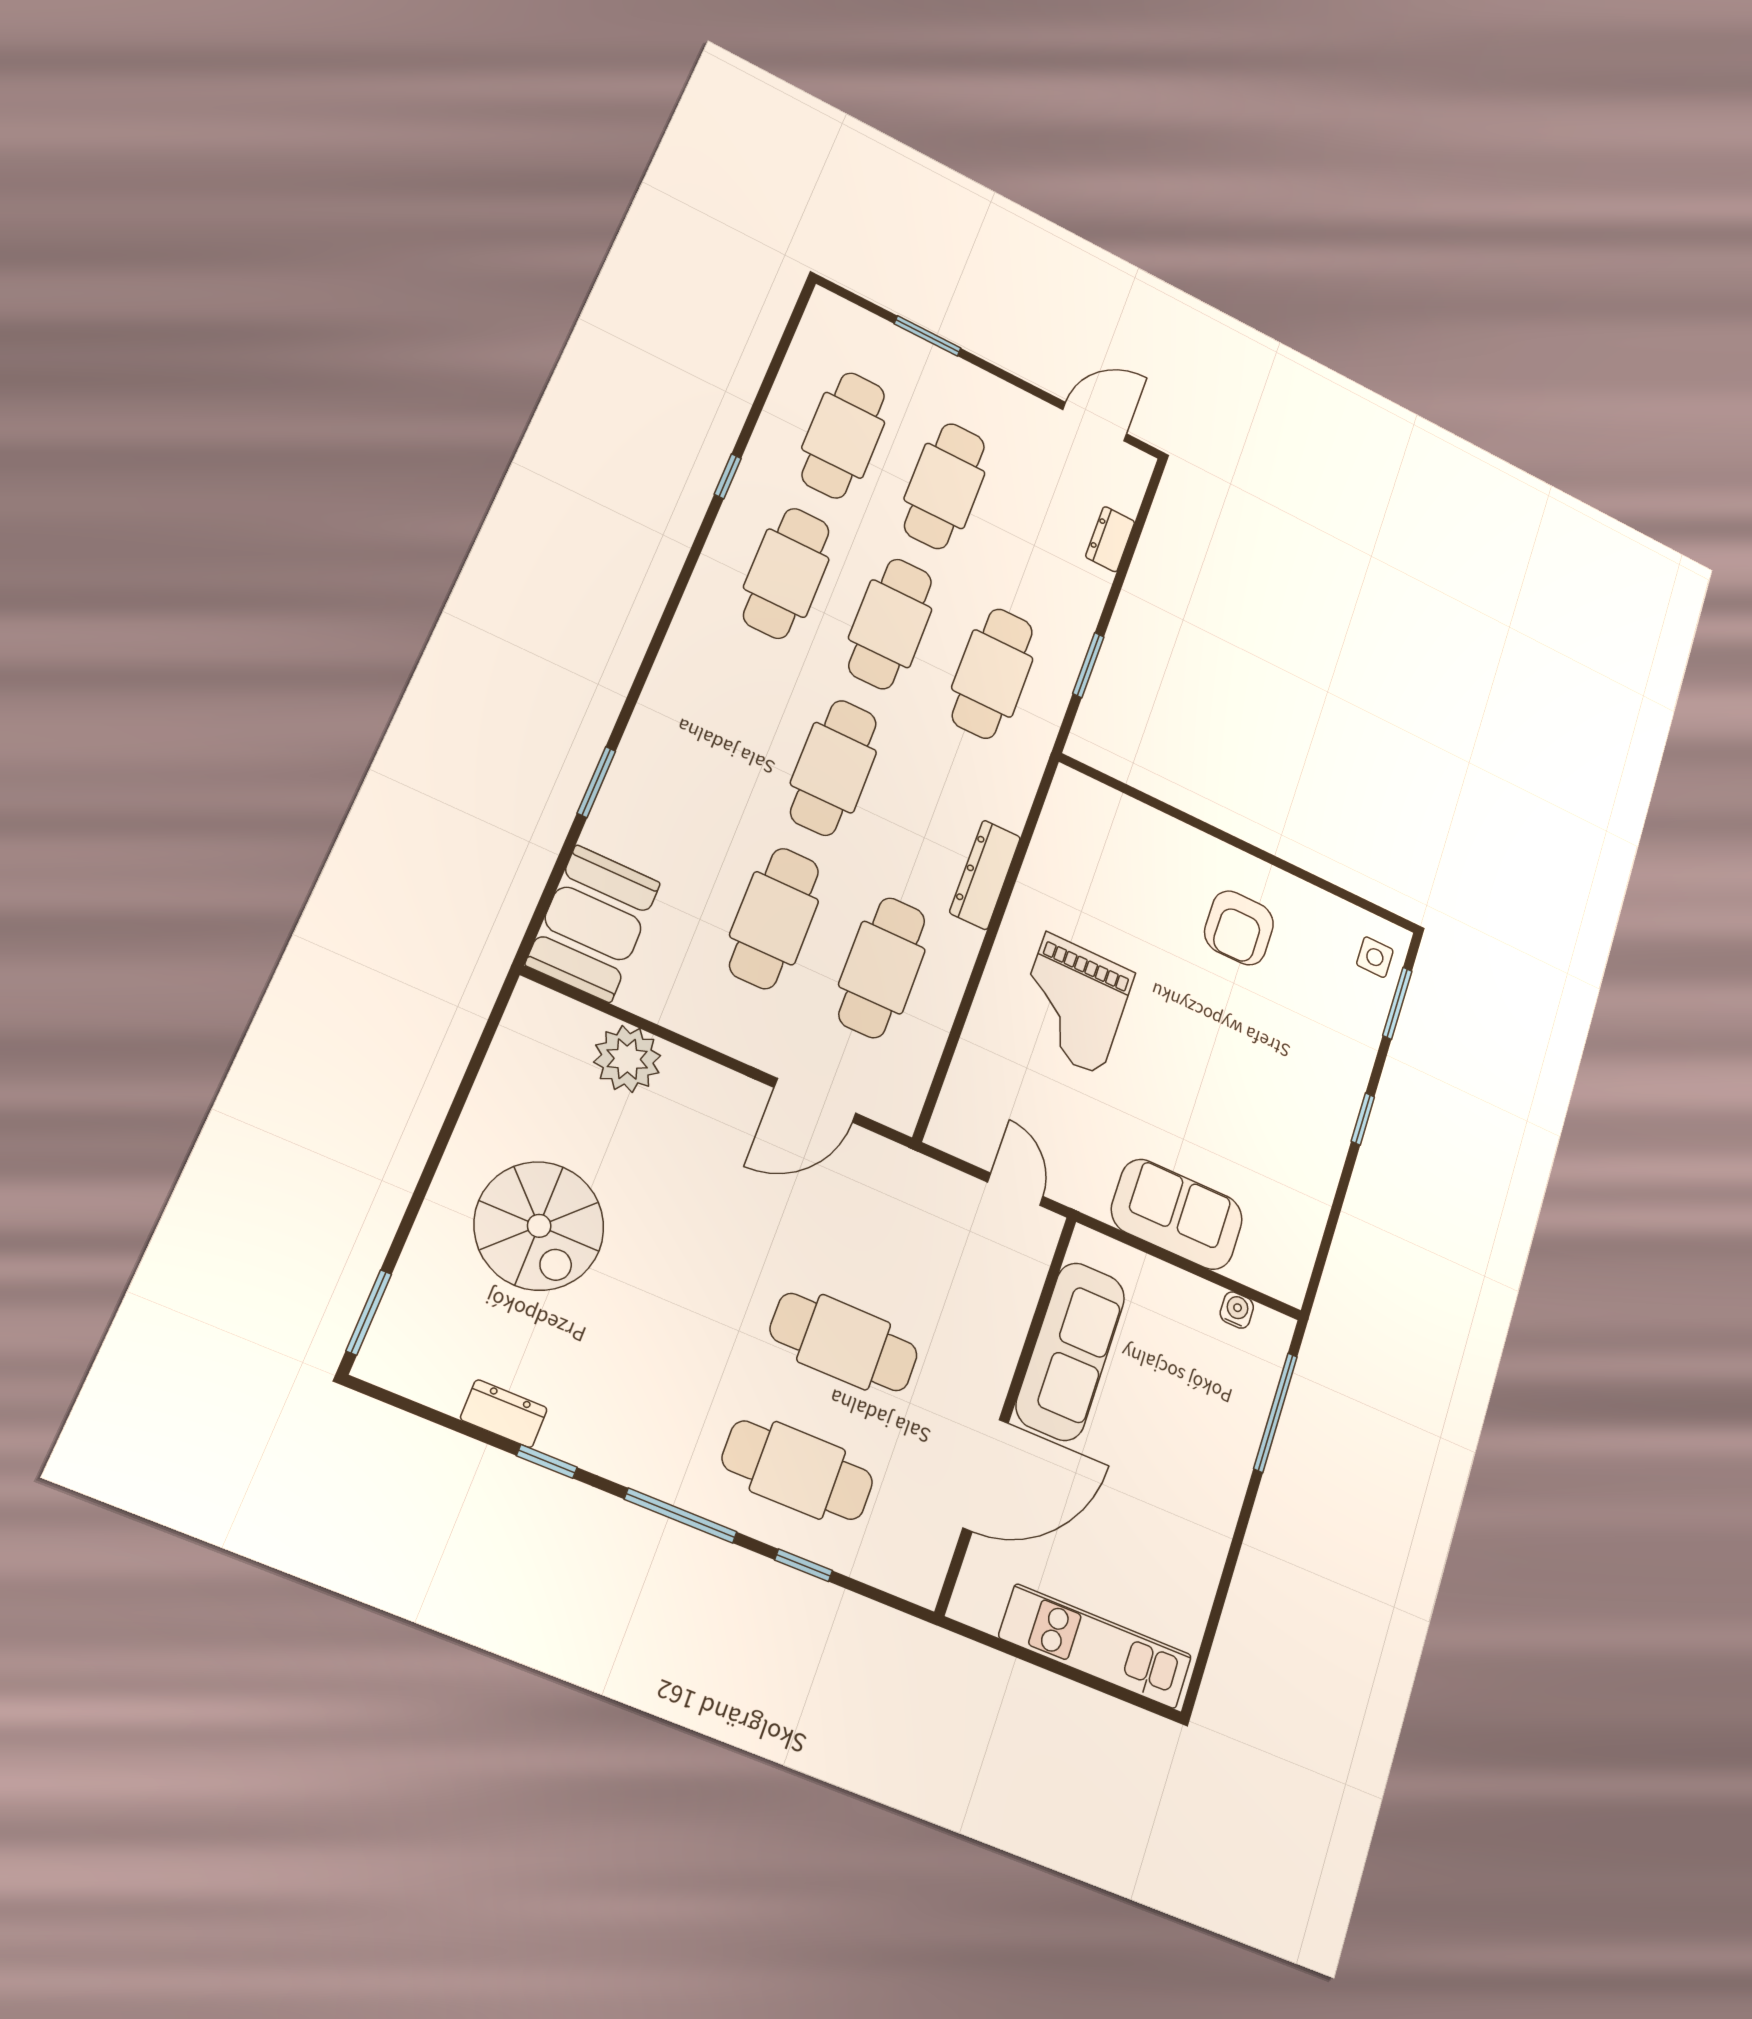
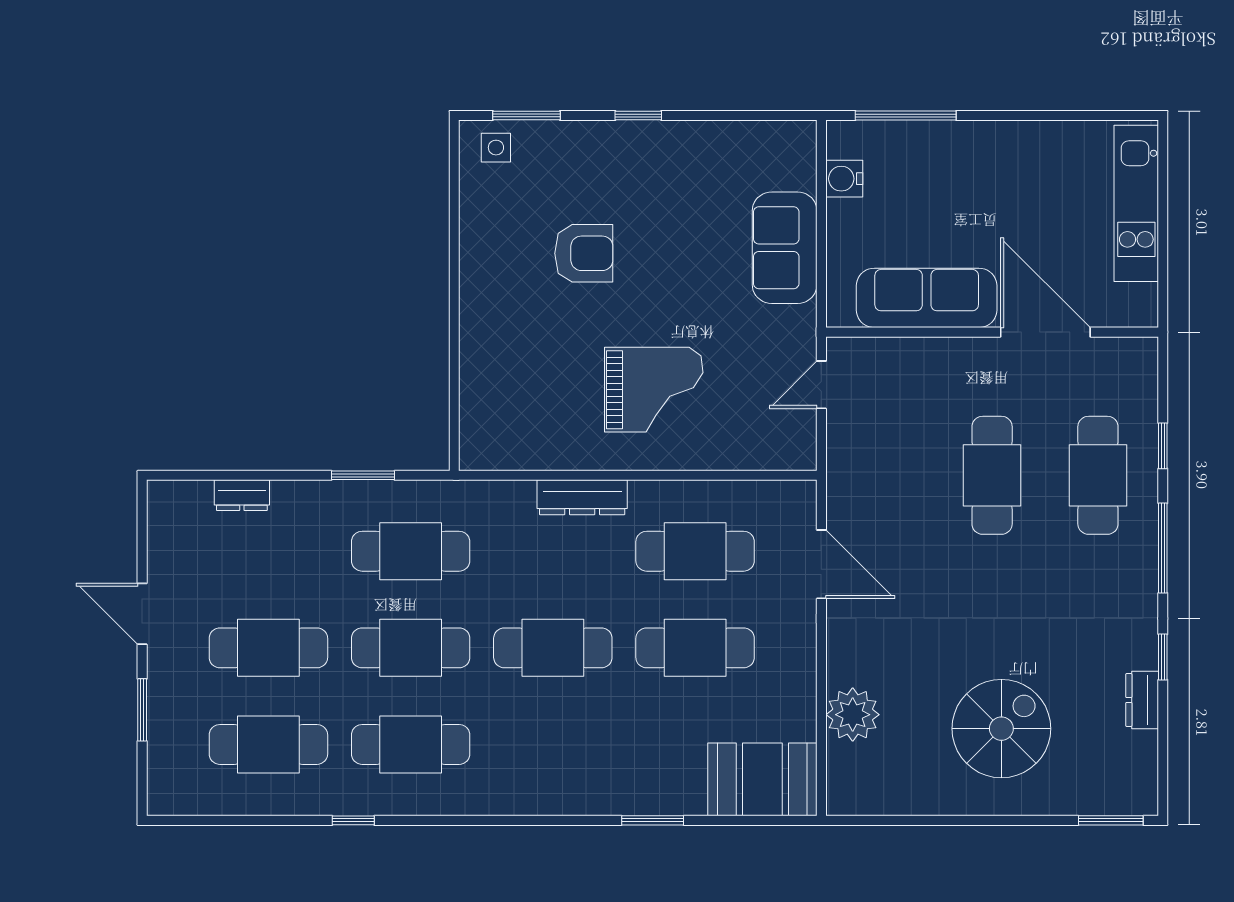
door: (1095, 422) -> (142, 614), moved
armchair: (1239, 928) -> (584, 253), moved
water cooler: (1237, 1310) -> (844, 179), width x1.38, depth x1.38

